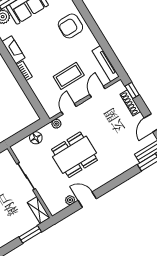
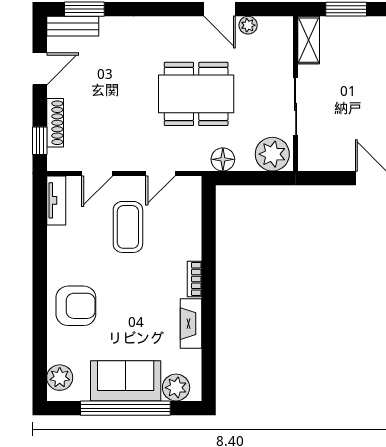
tv unit: (106, 64) -> (56, 200), width x0.71
coffee table: (69, 76) -> (128, 227), turned 90
plant: (56, 124) -> (272, 154), moved, width x1.88, depth x1.88
floor lamp: (36, 138) -> (223, 159), moved

